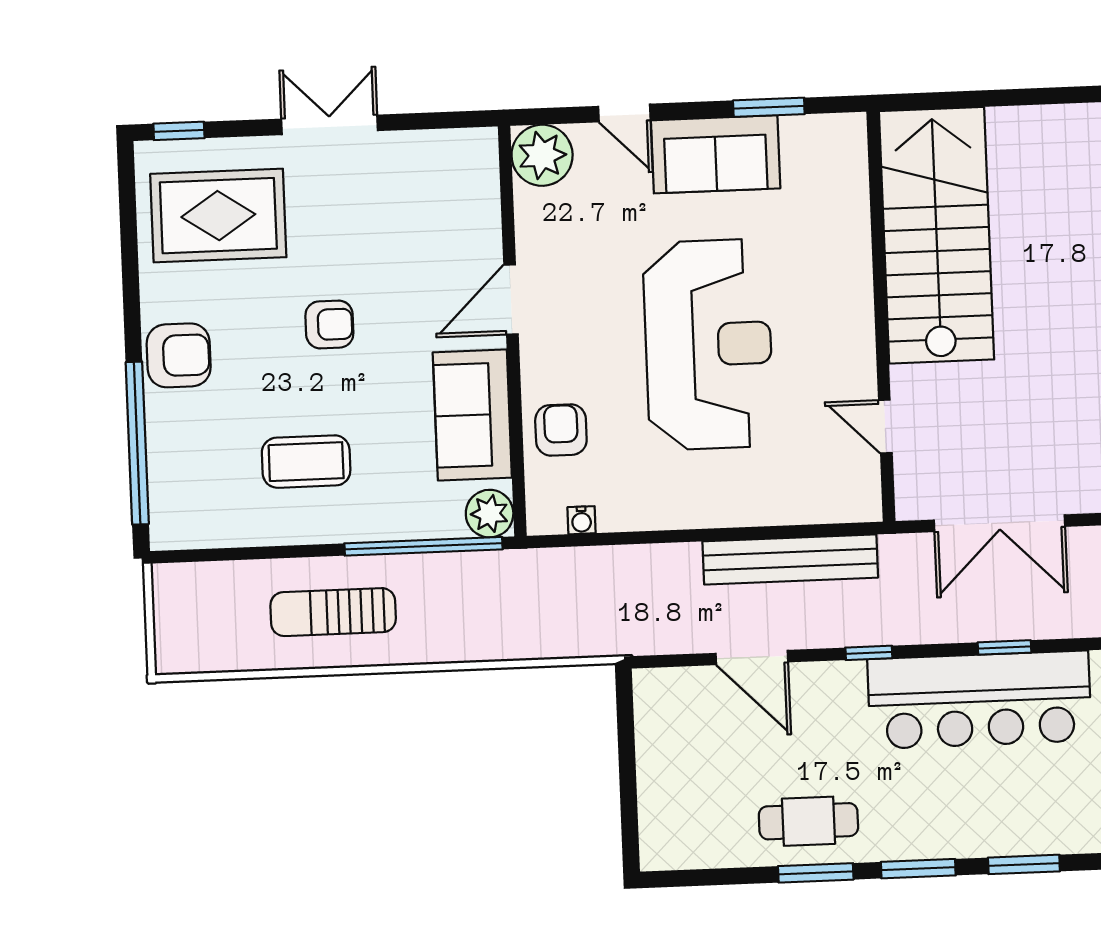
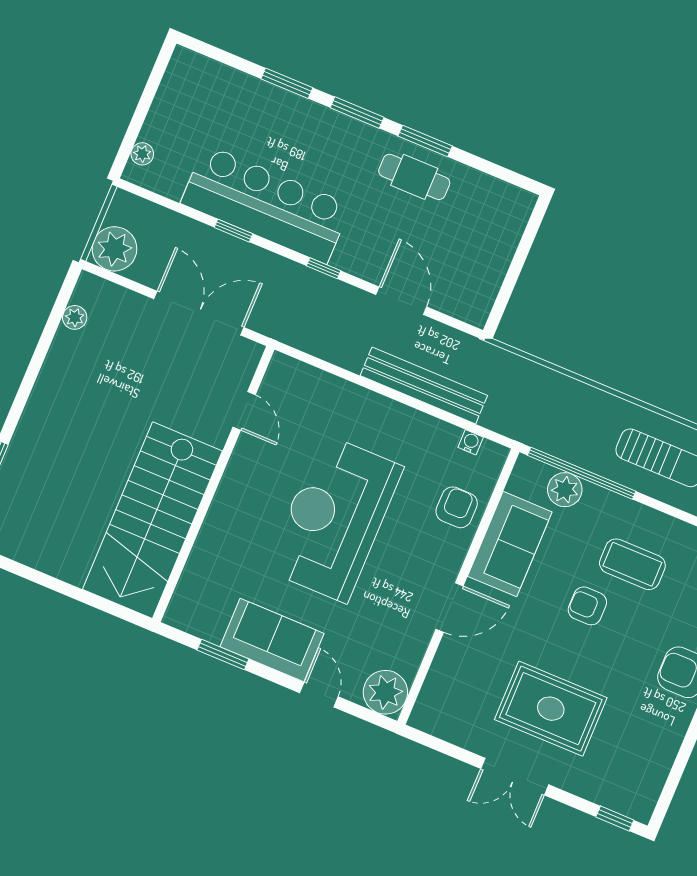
rug: (218, 216) -> (551, 709), moved
armchair: (329, 324) -> (587, 606), moved
armchair: (561, 430) -> (457, 507), turned 180
plant: (490, 514) -> (565, 490), moved
bench: (790, 559) -> (424, 385), moved

